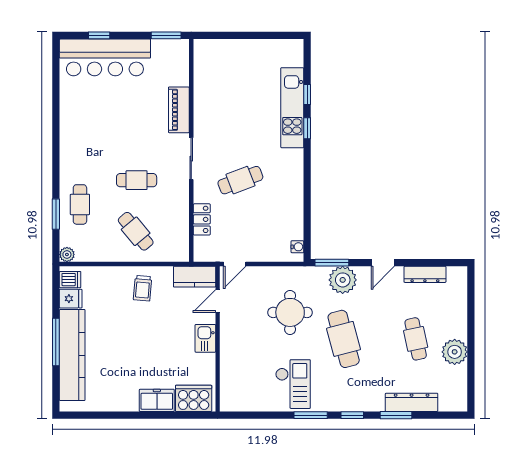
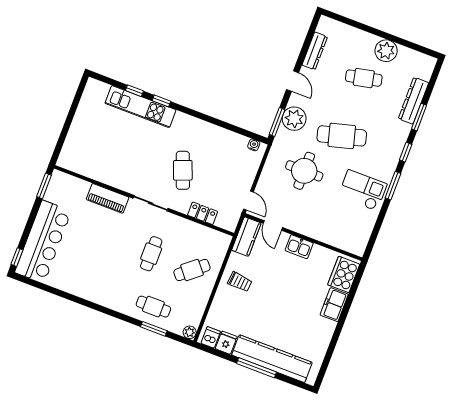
window: (99, 35) -> (17, 257), moved

